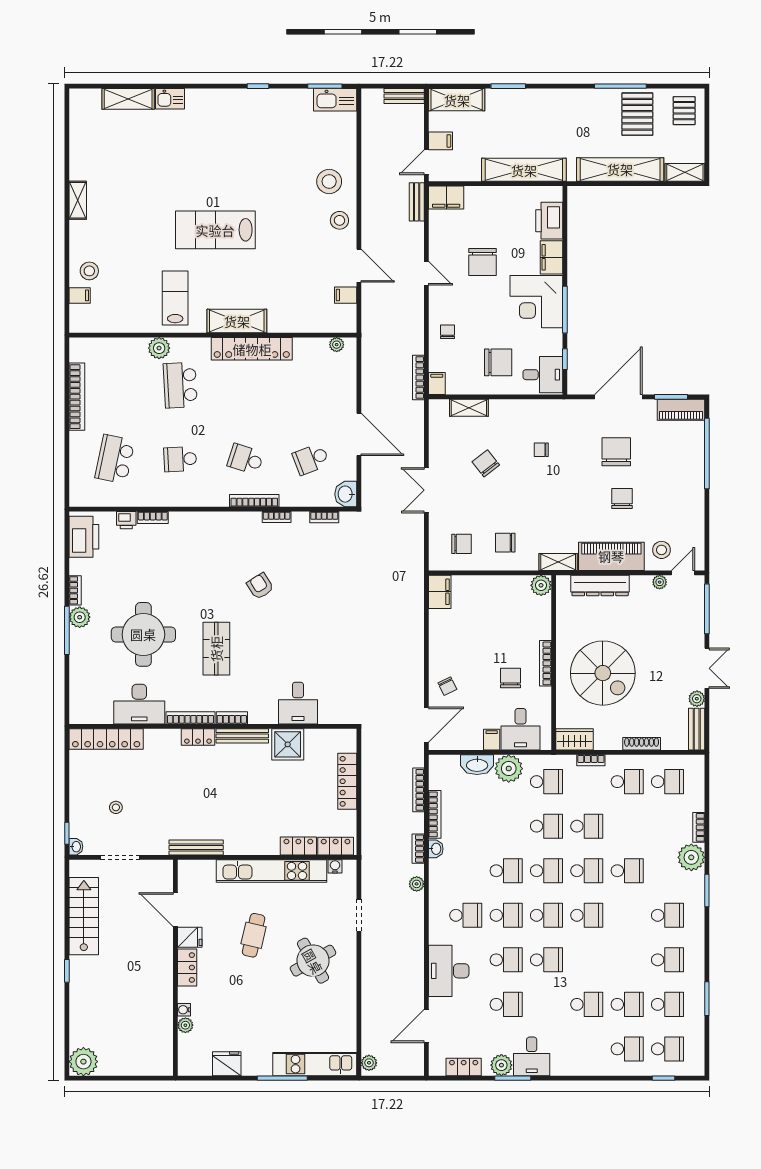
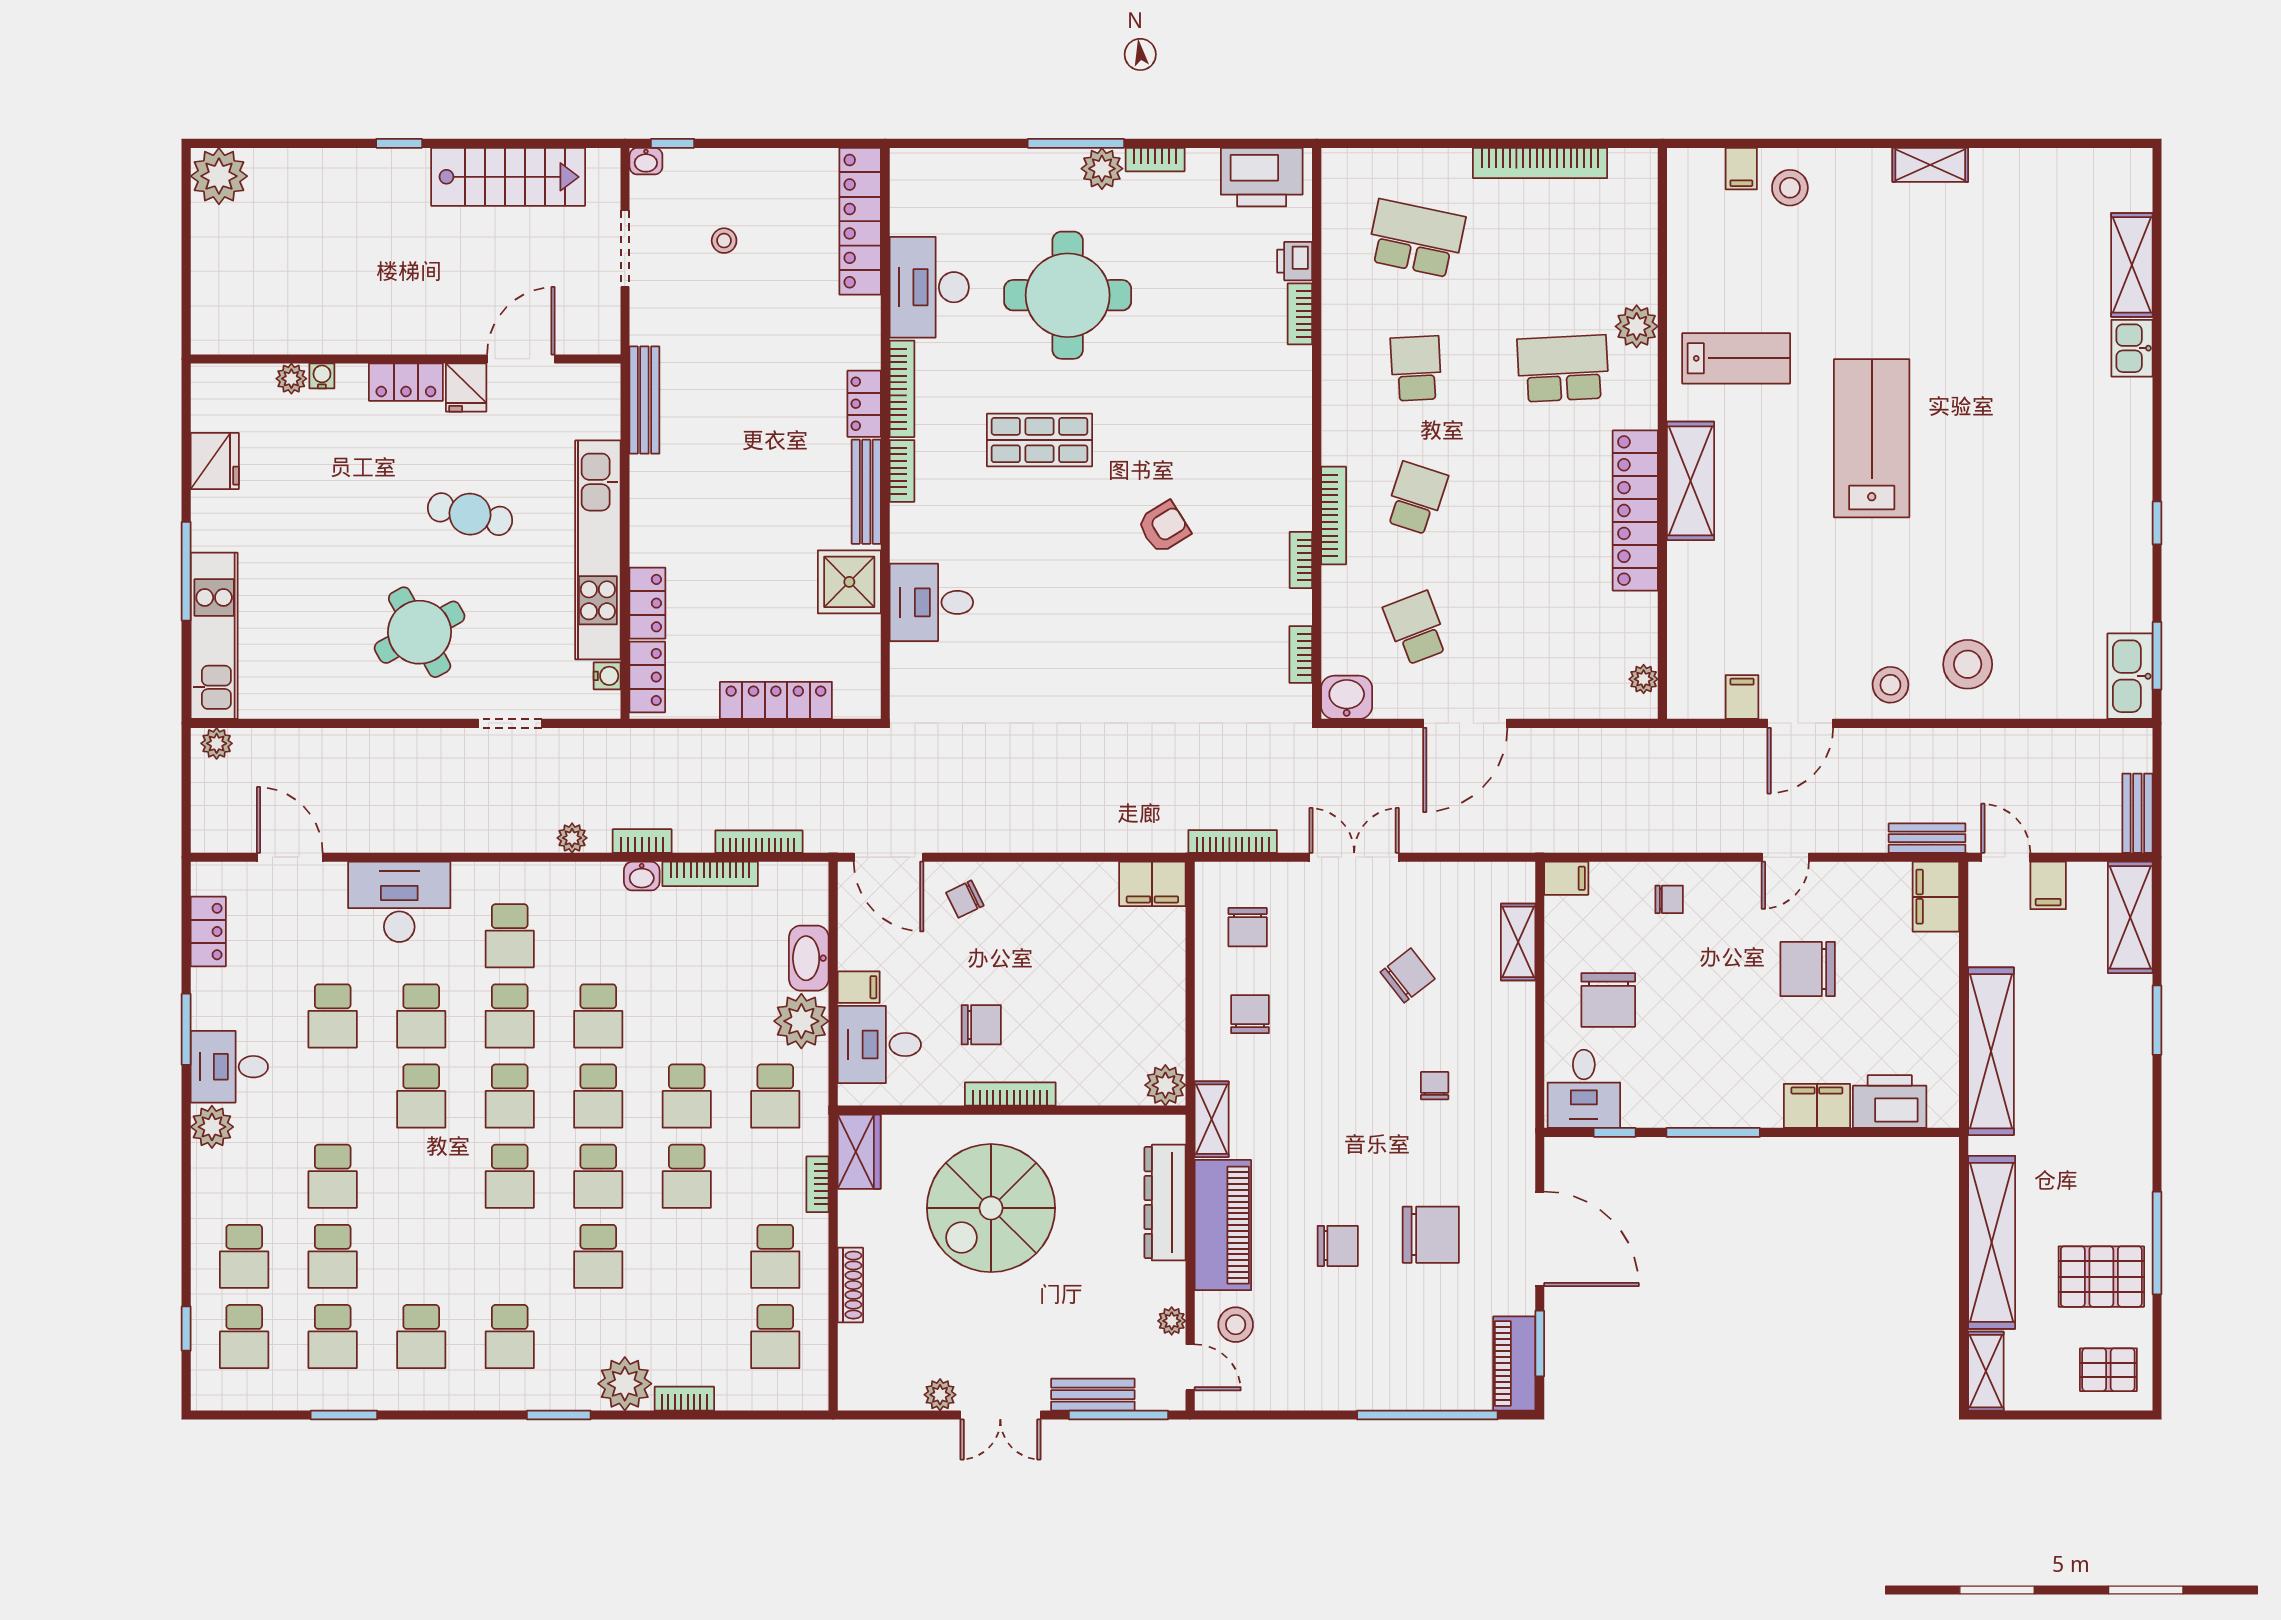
corner desk: (536, 302) -> (1729, 1076), removed
bookcase: (418, 378) -> (1233, 841), moved
bench: (697, 729) -> (1093, 1395), moved
plant: (501, 1065) -> (212, 1127), moved

